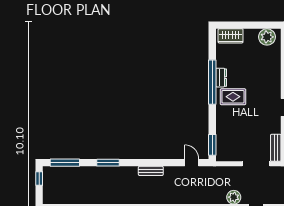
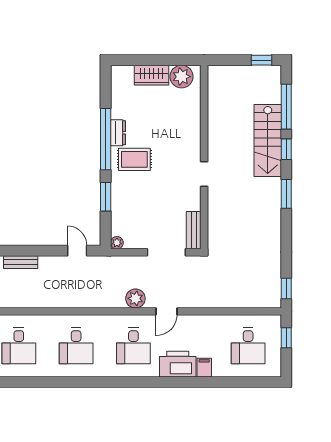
wardrobe: (231, 36) -> (152, 75), moved
window: (212, 145) -> (106, 197), moved
plant: (220, 157) -> (117, 243), added

